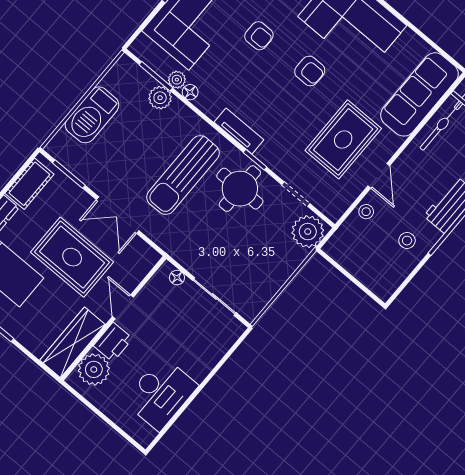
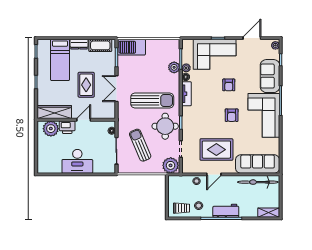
barbecue: (92, 115) -> (131, 47), moved
tv unit: (239, 131) -> (187, 94), moved
sun lounger: (183, 175) -> (152, 101), turned 180
sun lounger: (236, 252) -> (140, 145), added
rug: (72, 257) -> (86, 85), width x0.73, depth x0.70
trolley: (389, 270) -> (182, 208), added
desk: (161, 393) -> (77, 161), moved

